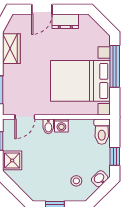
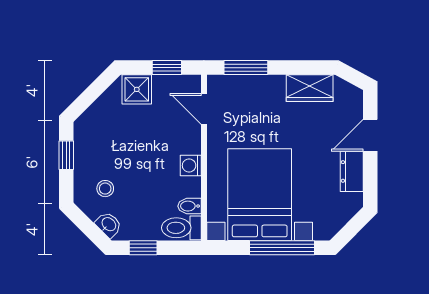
door: (42, 9) -> (370, 135), hinge flipped
bidet: (48, 126) -> (189, 206), moved

